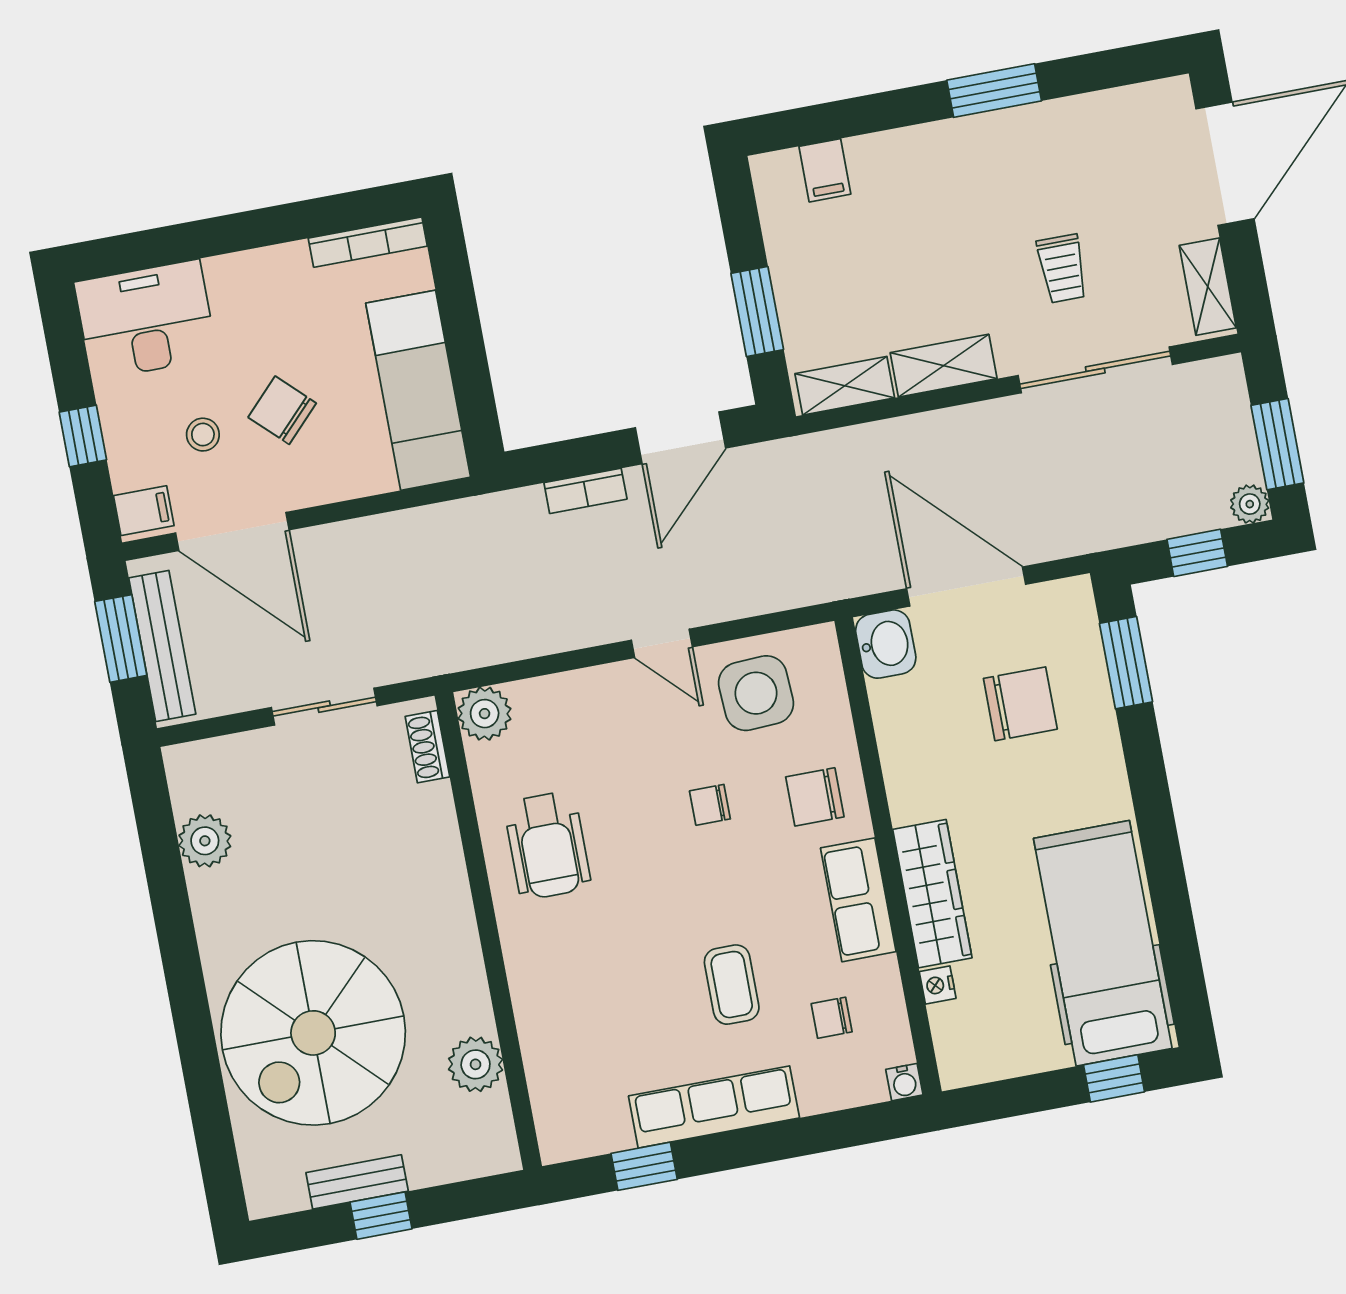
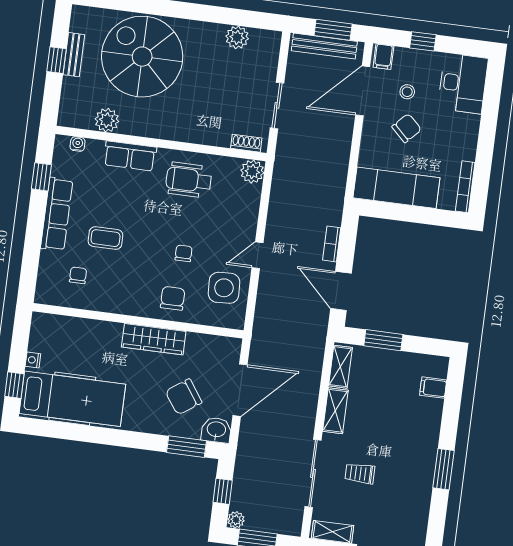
washbasin: (886, 644) -> (216, 430), moved, turned 180
chair: (1020, 704) -> (184, 397), turned 55
wardrobe: (932, 894) -> (154, 339), moved
row of seats: (858, 900) -> (130, 156), moved, turned 180
nightstand: (938, 985) -> (33, 360), moved, turned -90
water cooler: (904, 1082) -> (78, 144), moved, turned 90

